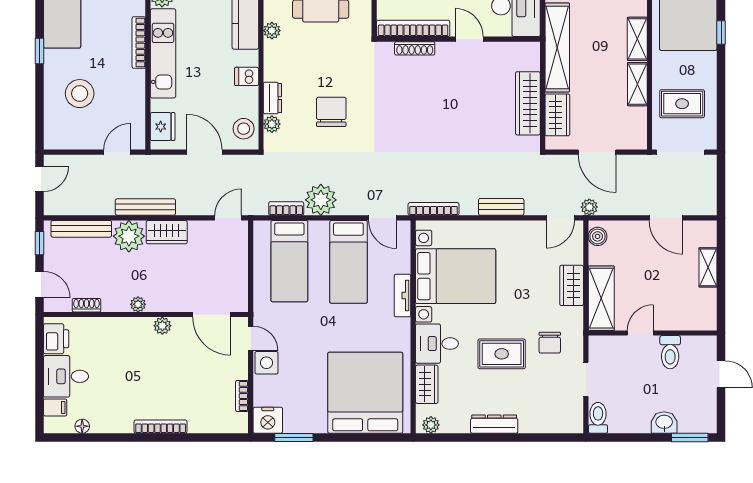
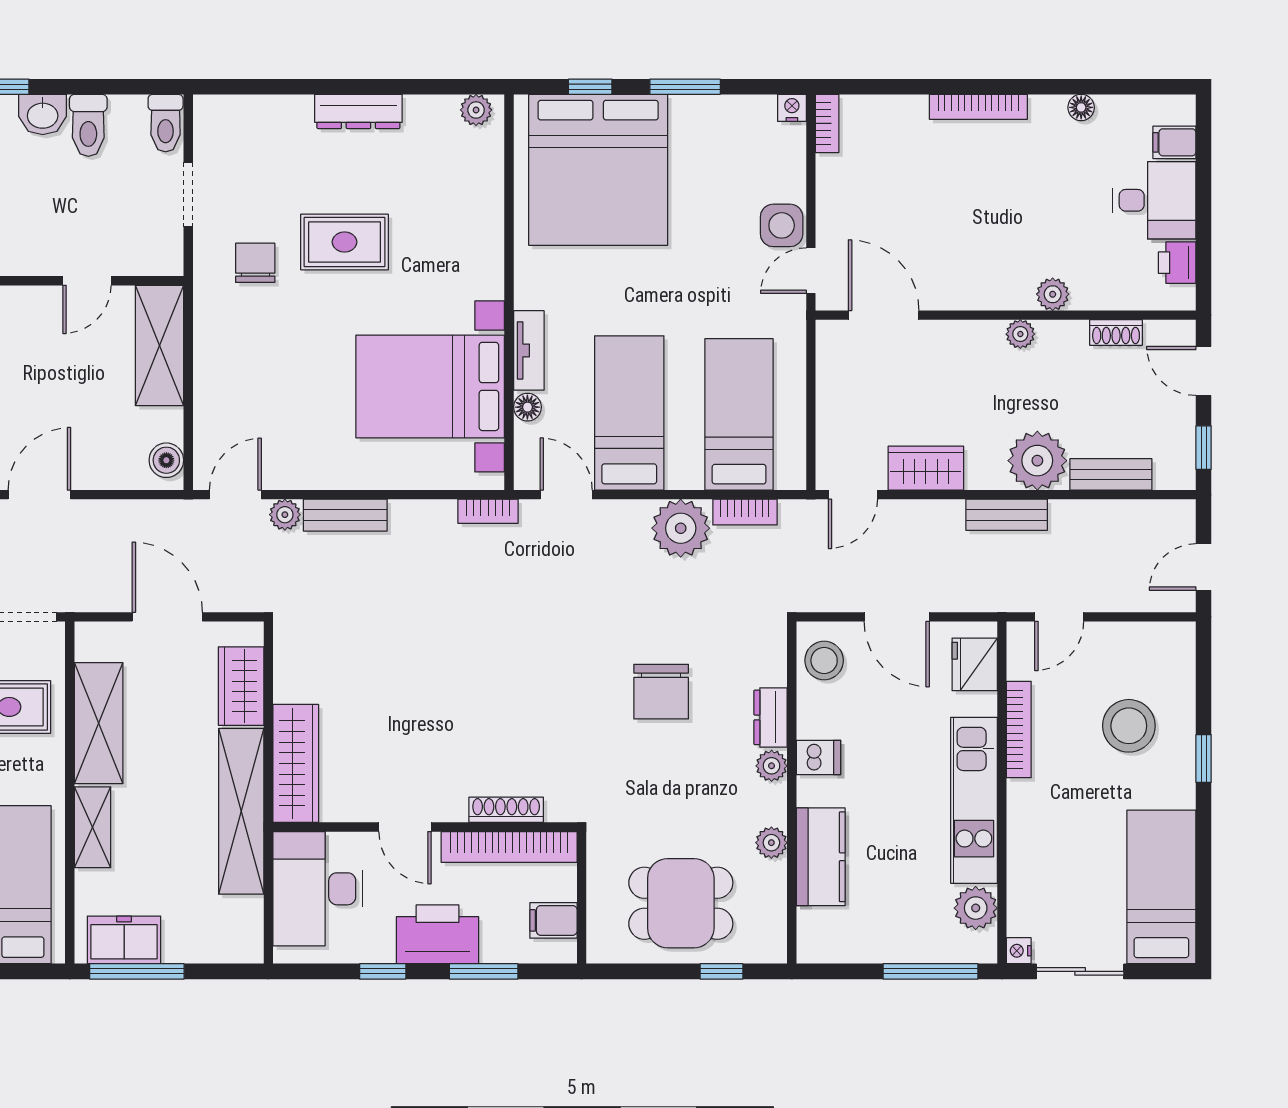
bookcase: (139, 43) -> (1019, 730), moved
window: (39, 51) -> (1204, 759), moved
shelving: (637, 84) -> (99, 723), width x1.50, depth x1.33
wardrobe: (528, 103) -> (296, 763), moved
plant: (272, 124) -> (772, 766), moved
bench: (145, 207) -> (1007, 515), width x0.73
plant: (589, 207) -> (285, 515), moved
bookcase: (434, 209) -> (488, 511), width x0.64
door: (666, 218) -> (39, 495), hinge flipped
bench: (81, 229) -> (1111, 474), width x0.73
wardrobe: (167, 232) -> (926, 468), moved
floor lamp: (403, 265) -> (527, 407), added
wardrobe: (572, 285) -> (215, 369), removed
plant: (162, 326) -> (1053, 294), moved
door: (251, 338) -> (811, 271), hinge flipped
printer: (56, 339) -> (1177, 263), width x0.73, depth x0.81
desk: (437, 344) -> (465, 261), removed
toilet: (670, 352) -> (88, 125), moved, turned 180
wardrobe: (427, 384) -> (484, 186), removed
bookcase: (242, 396) -> (827, 123), moved
nightstand: (268, 420) -> (792, 108), width x0.53, depth x0.56
floor lamp: (82, 426) -> (1081, 107), moved
window: (294, 437) -> (685, 87), moved
window: (369, 437) -> (590, 87), added

